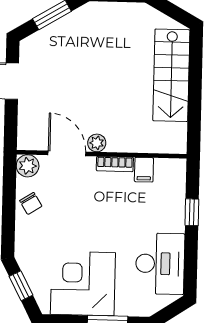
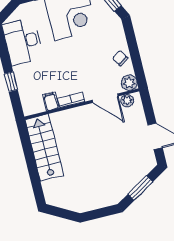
stairs: (171, 75) -> (44, 148), moved
plant: (97, 143) -> (127, 101), moved

